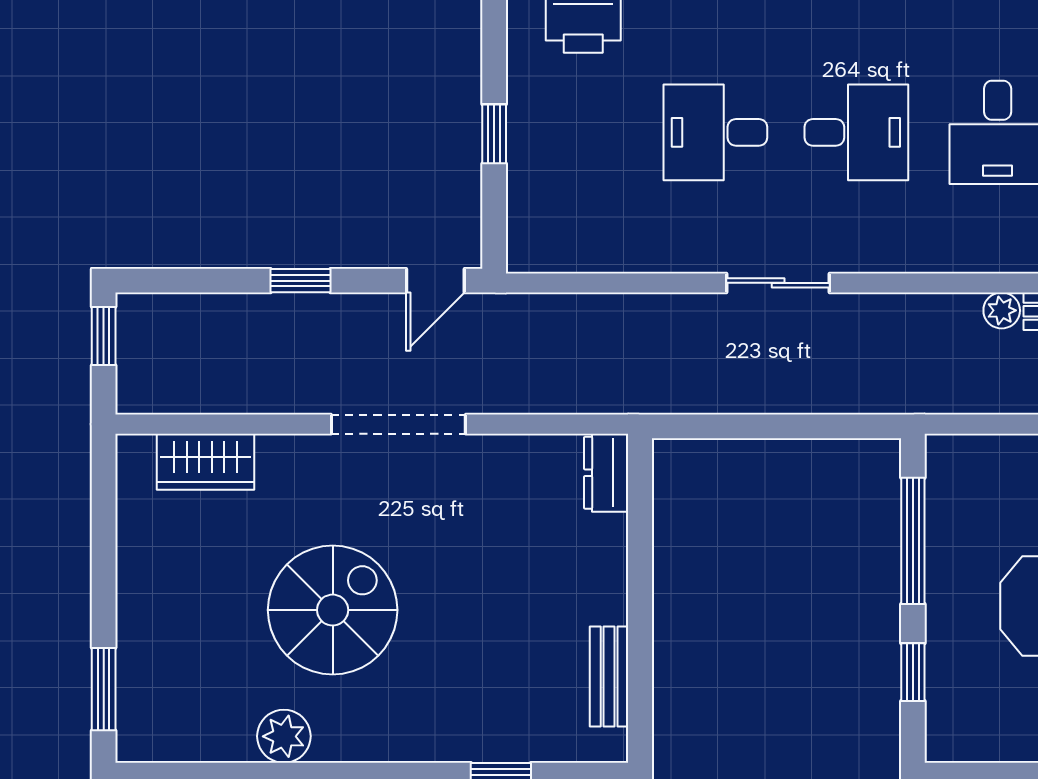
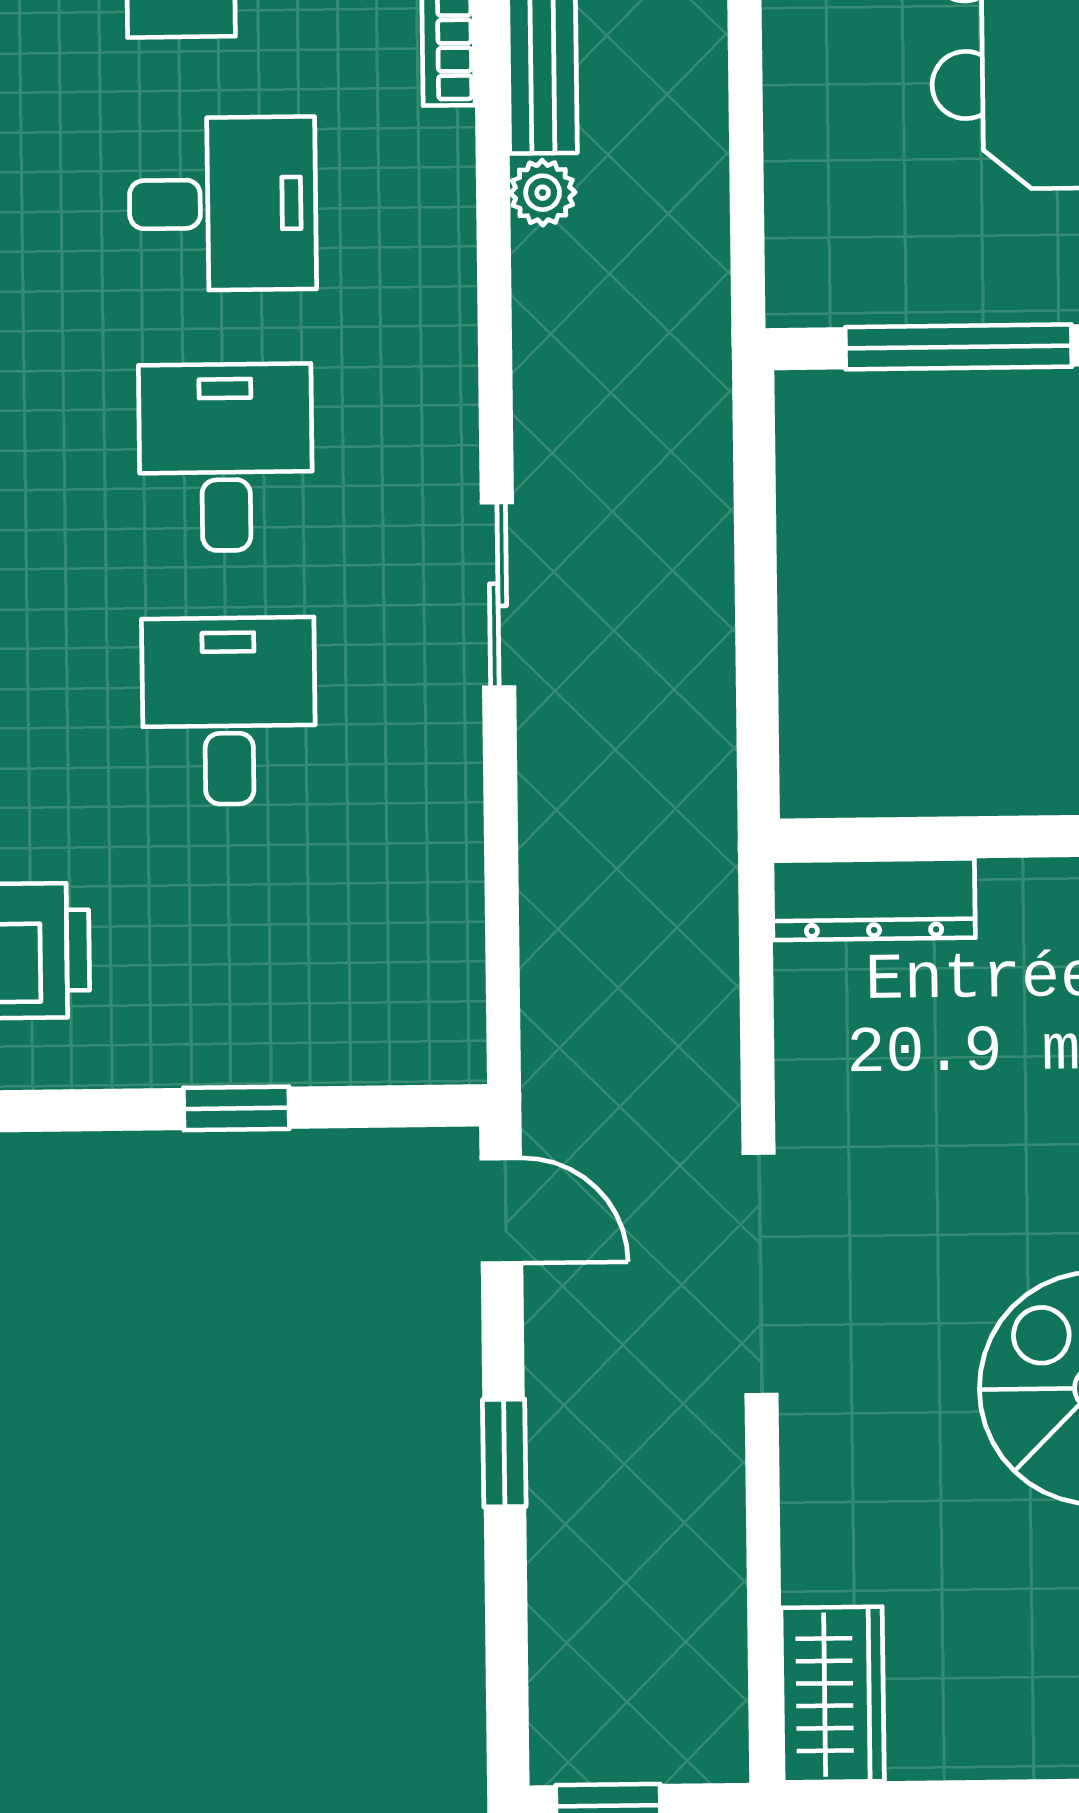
desk: (715, 132) -> (229, 711), turned 180
wardrobe: (205, 462) -> (833, 1695), moved
dresser: (606, 473) -> (874, 899), width x1.44

